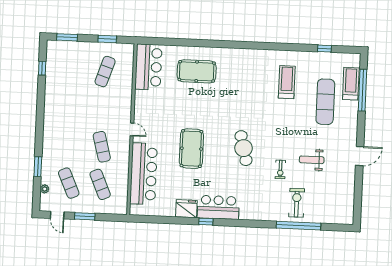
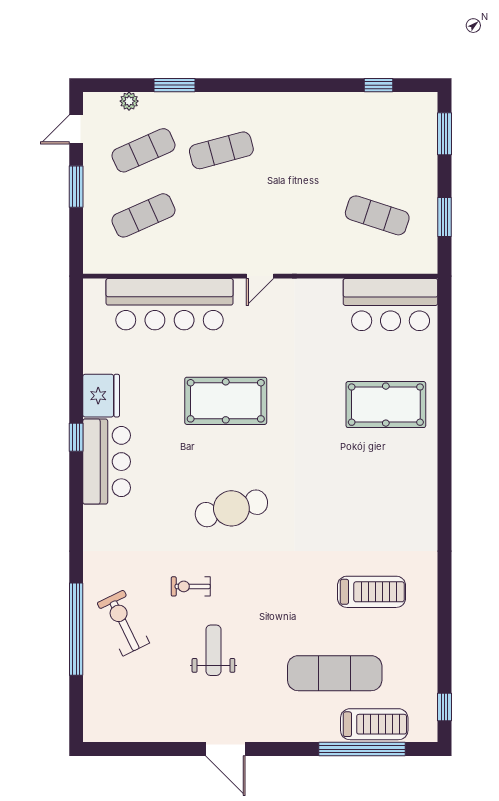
window: (324, 49) -> (444, 707), moved
pool table: (197, 71) -> (386, 405), turned 90
exercise mat: (102, 147) -> (221, 150), moved
exercise bike: (297, 203) -> (123, 623), turned -116

